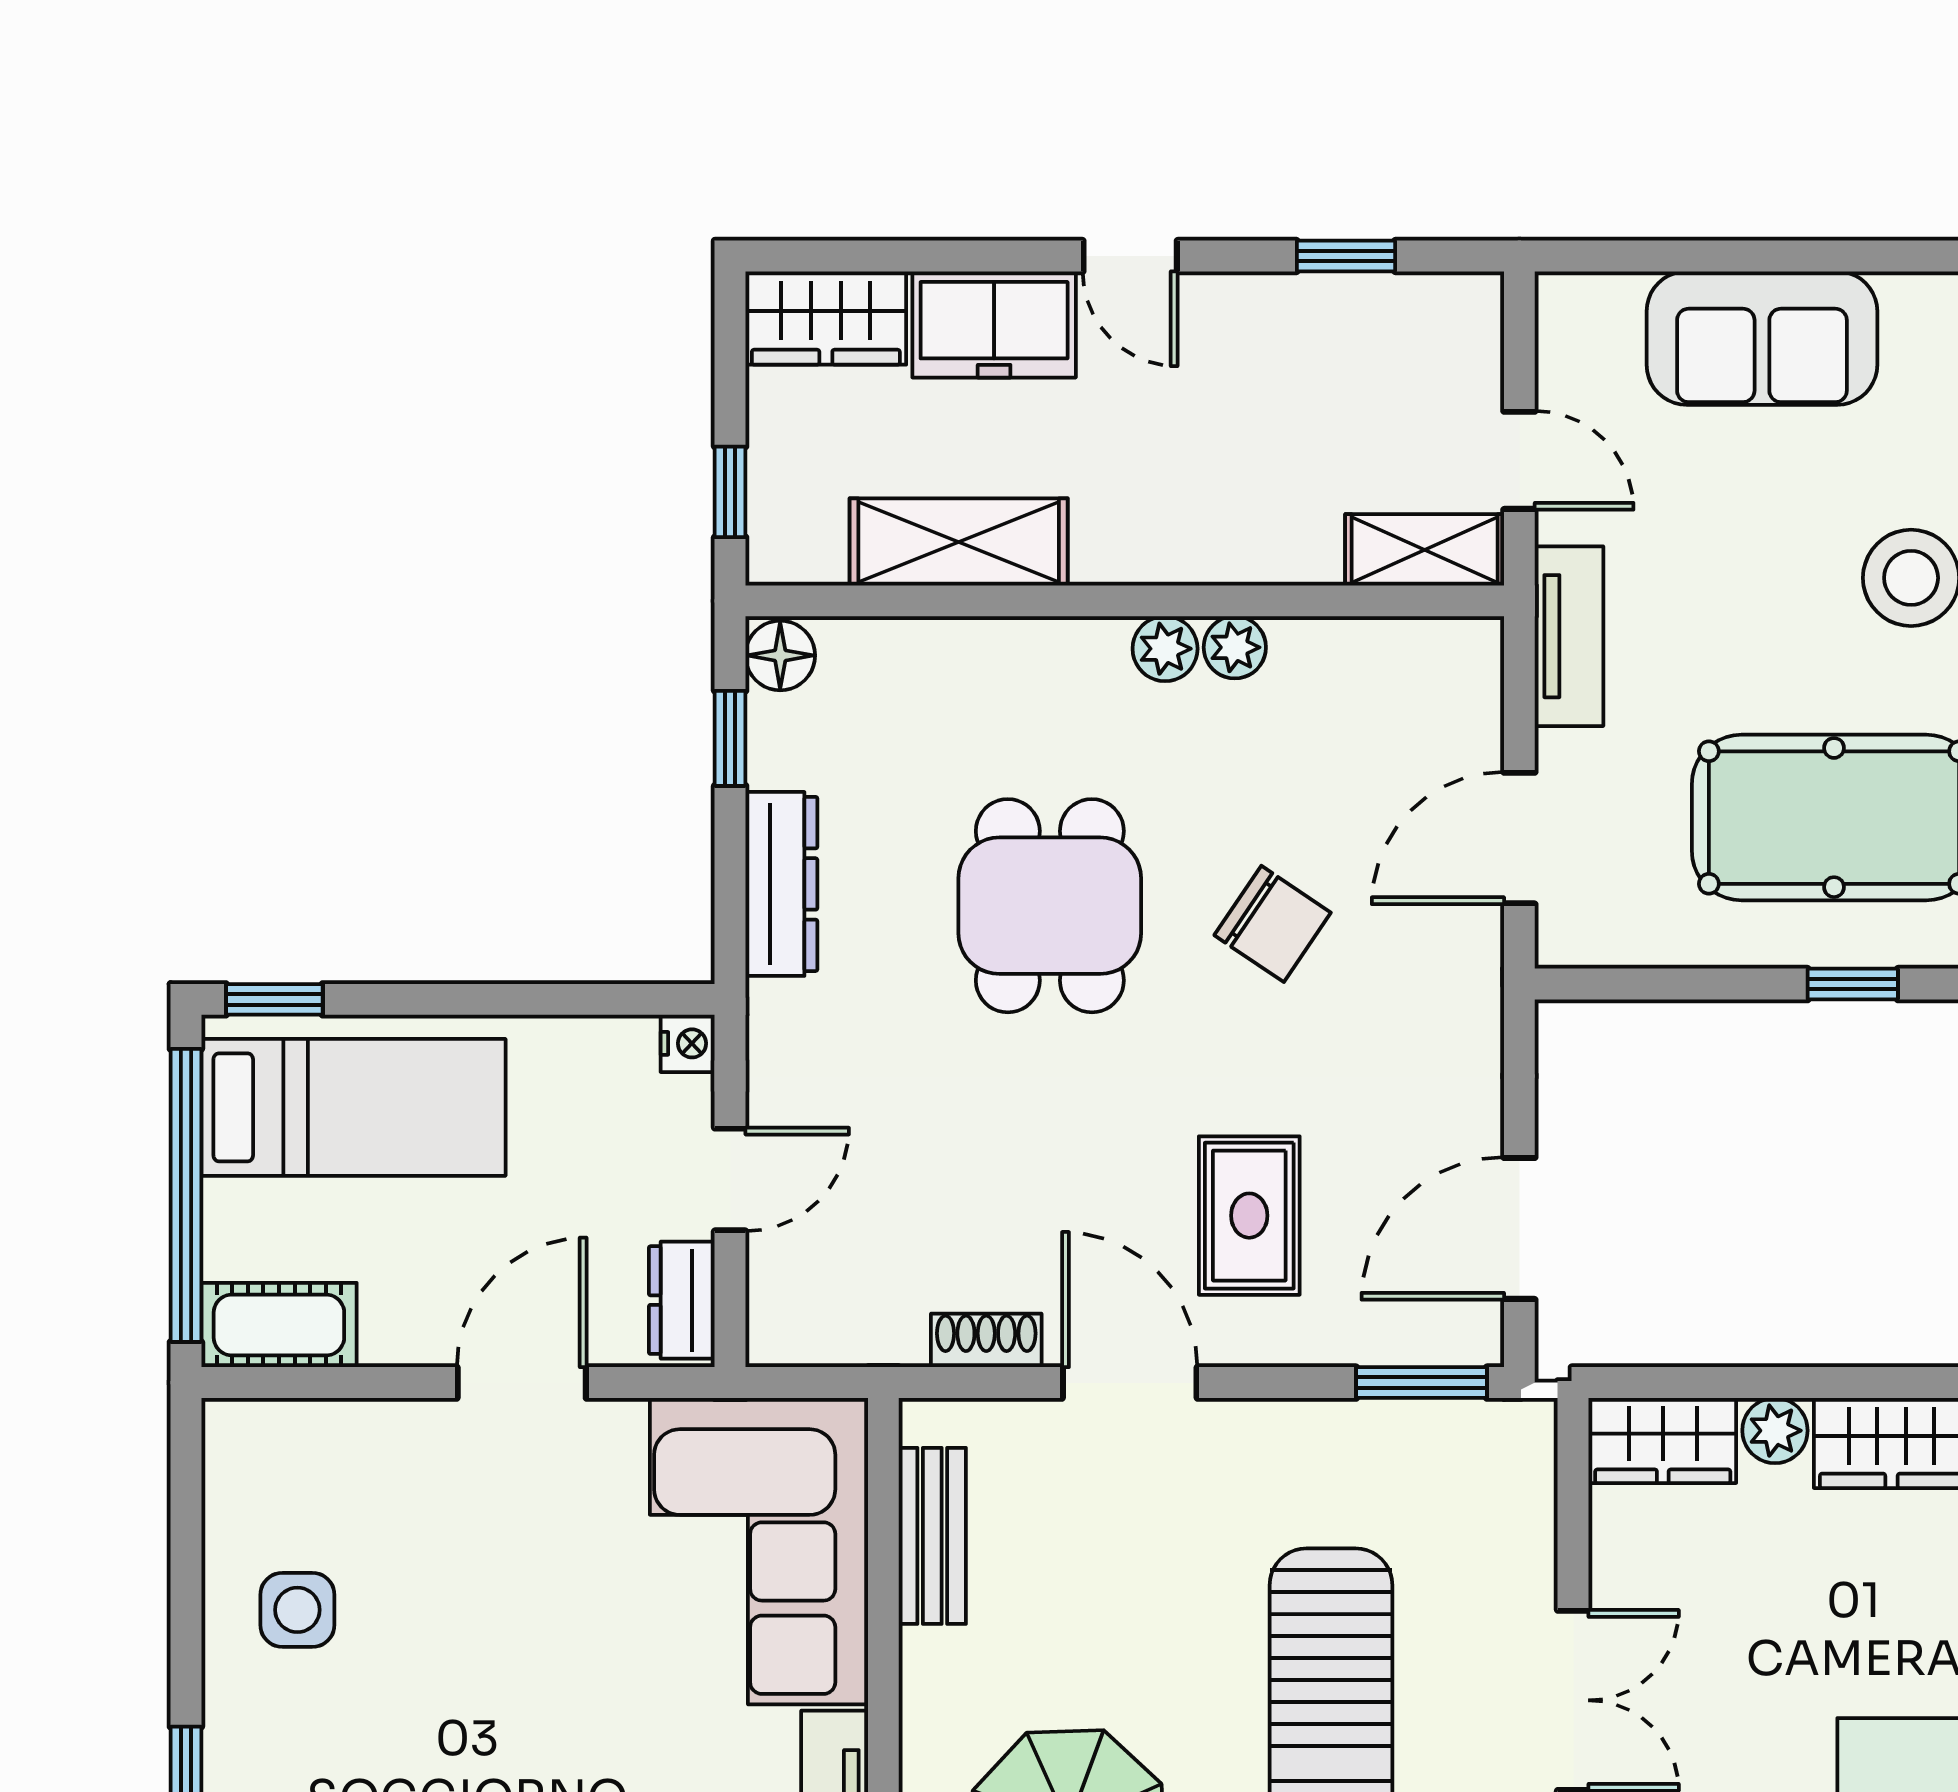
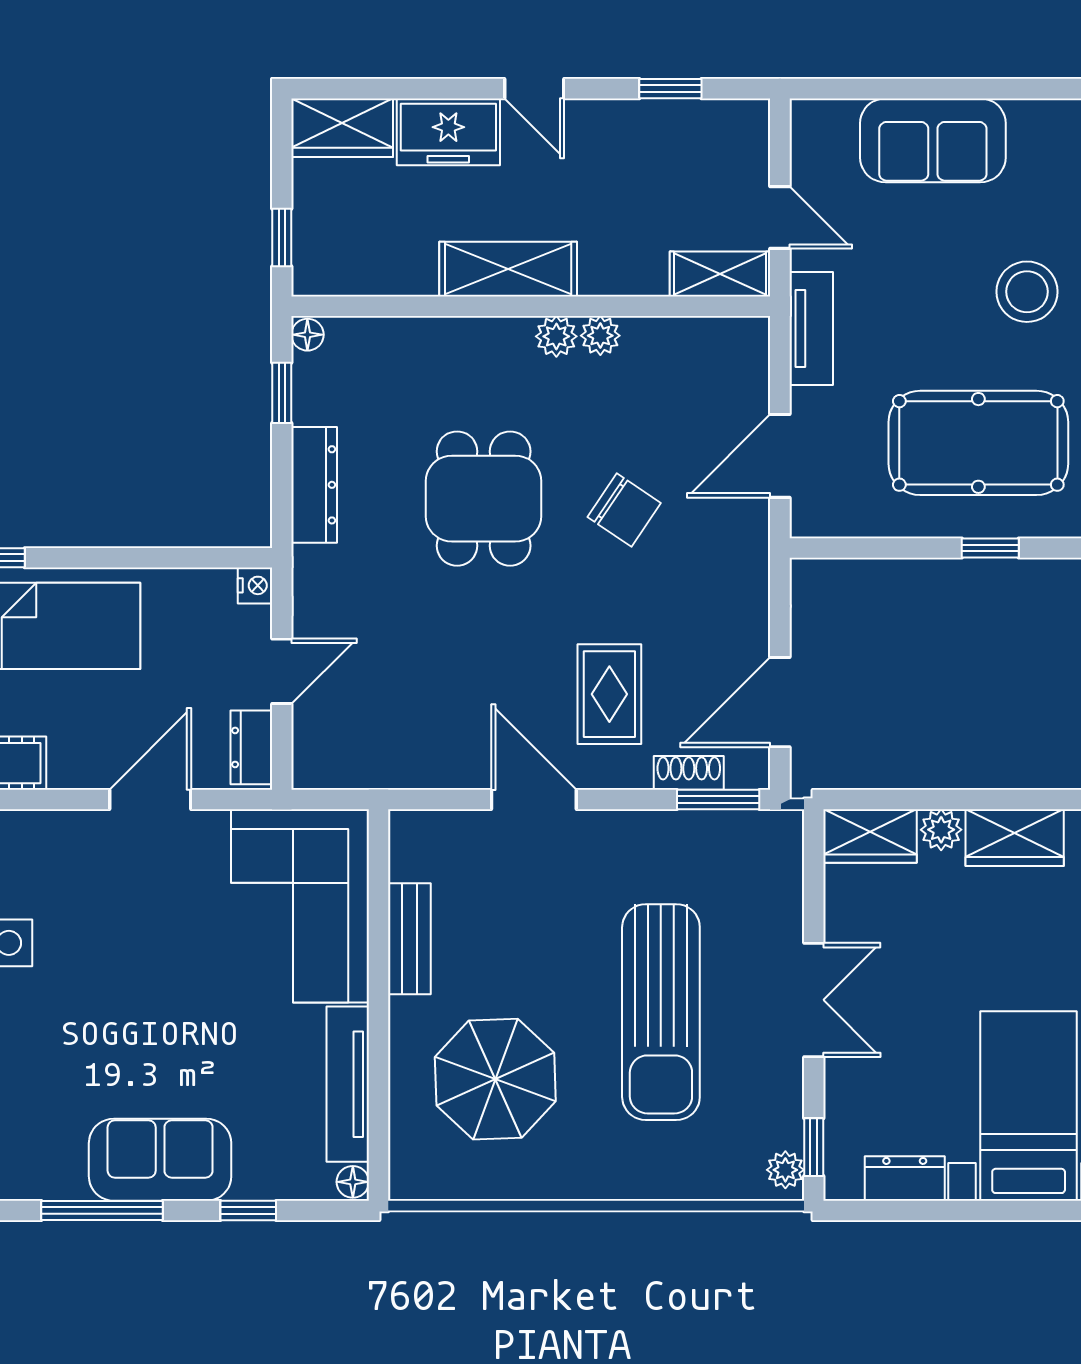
shelving: (959, 542) -> (508, 269), moved
floor lamp: (780, 655) -> (307, 335), width x0.73, depth x0.73
shoe rack: (986, 1340) -> (689, 773), moved
bench: (932, 1536) -> (409, 939), moved

